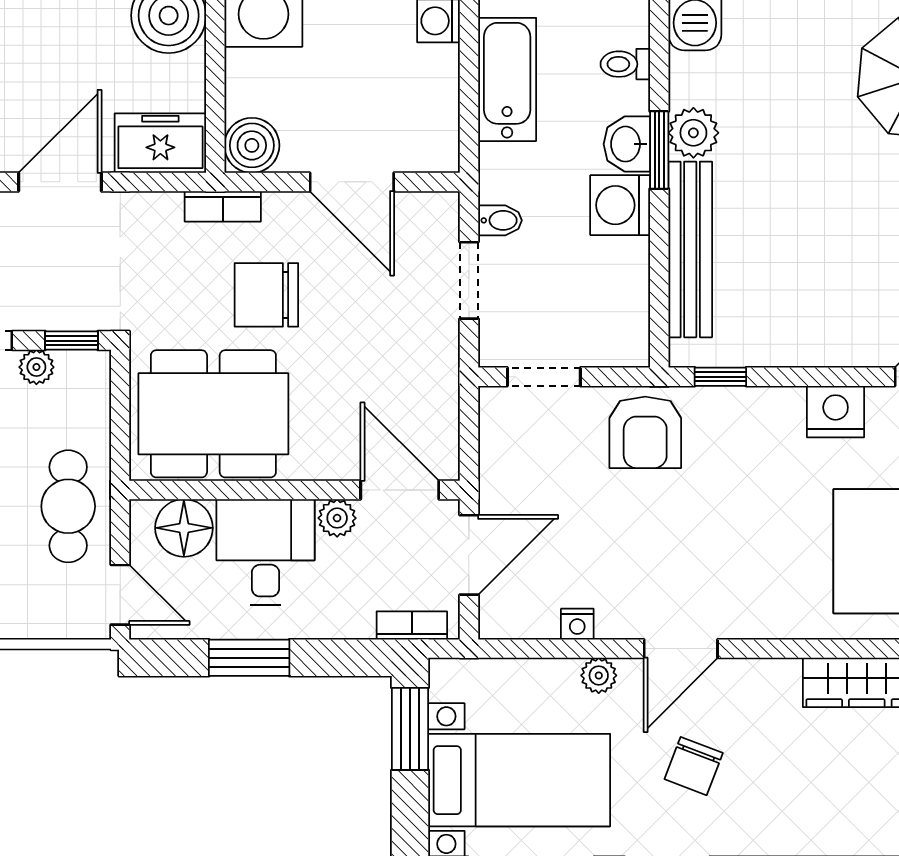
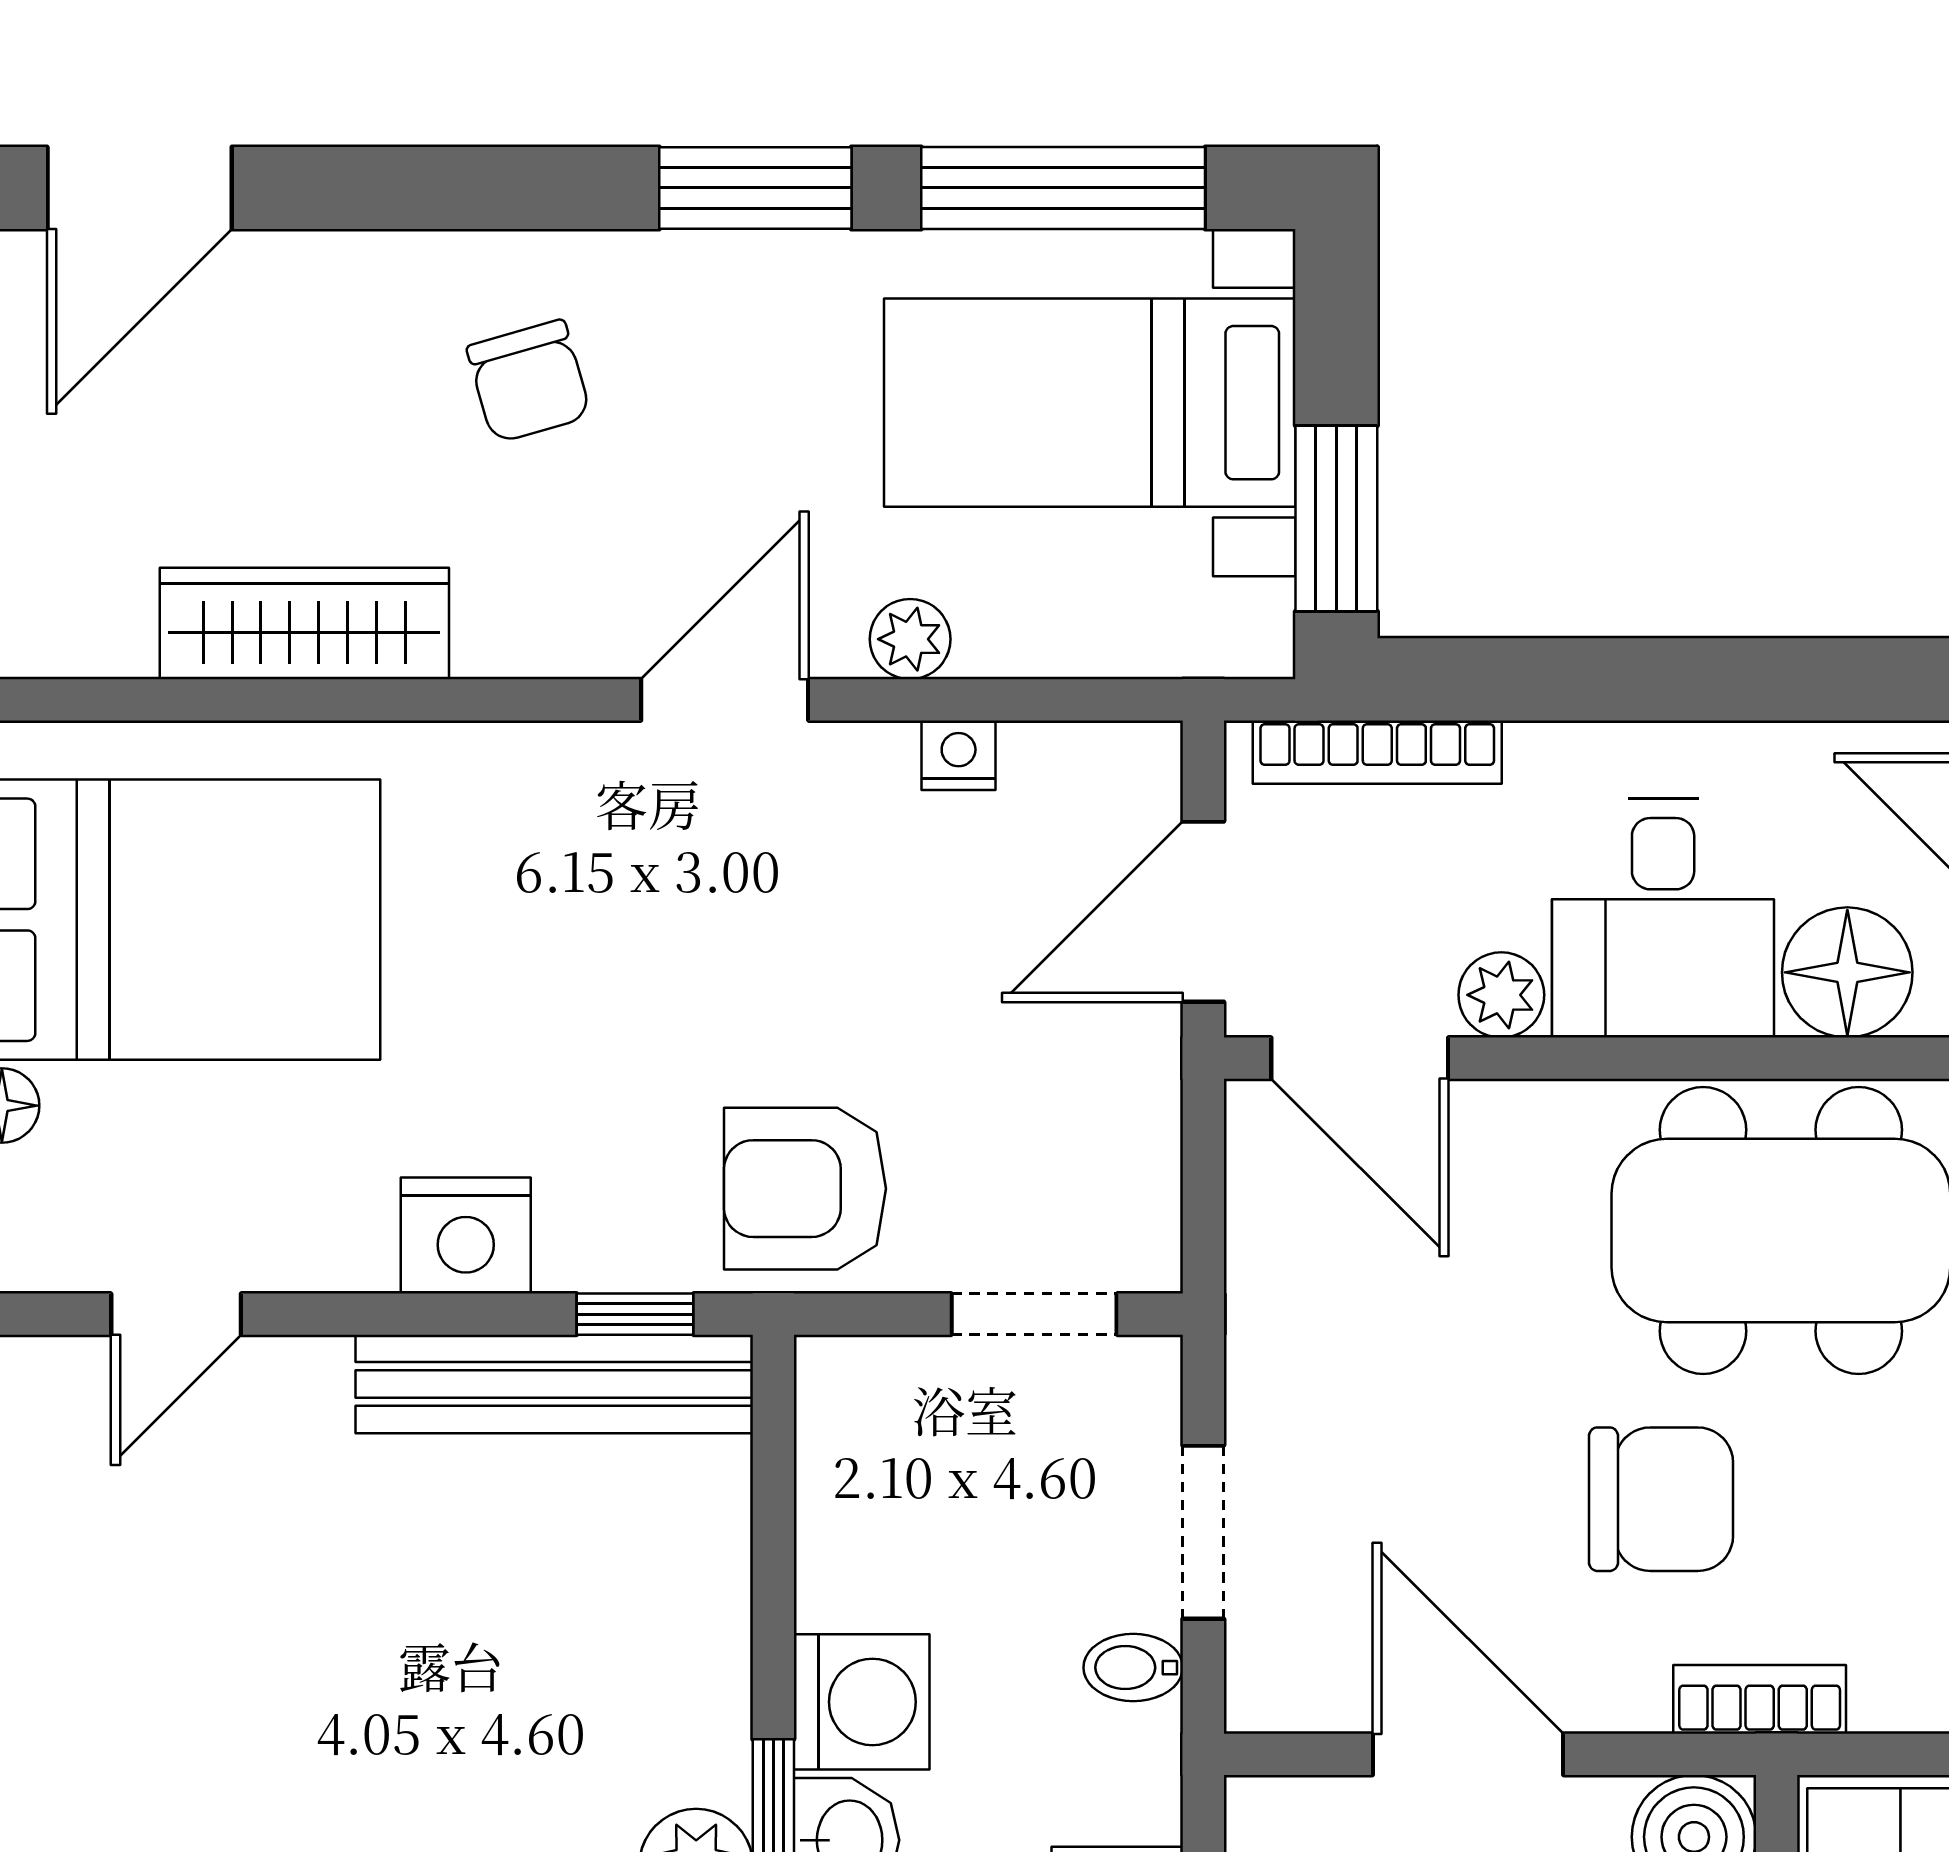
bench: (690, 249) -> (554, 1384), moved, turned 90
nightstand: (836, 412) -> (466, 1235), moved
armchair: (645, 432) -> (805, 1189), turned -90
bookcase: (412, 625) -> (1377, 752), width x1.56
window: (249, 658) -> (1700, 679), removed
chair: (694, 766) -> (529, 381), moved, turned 143

